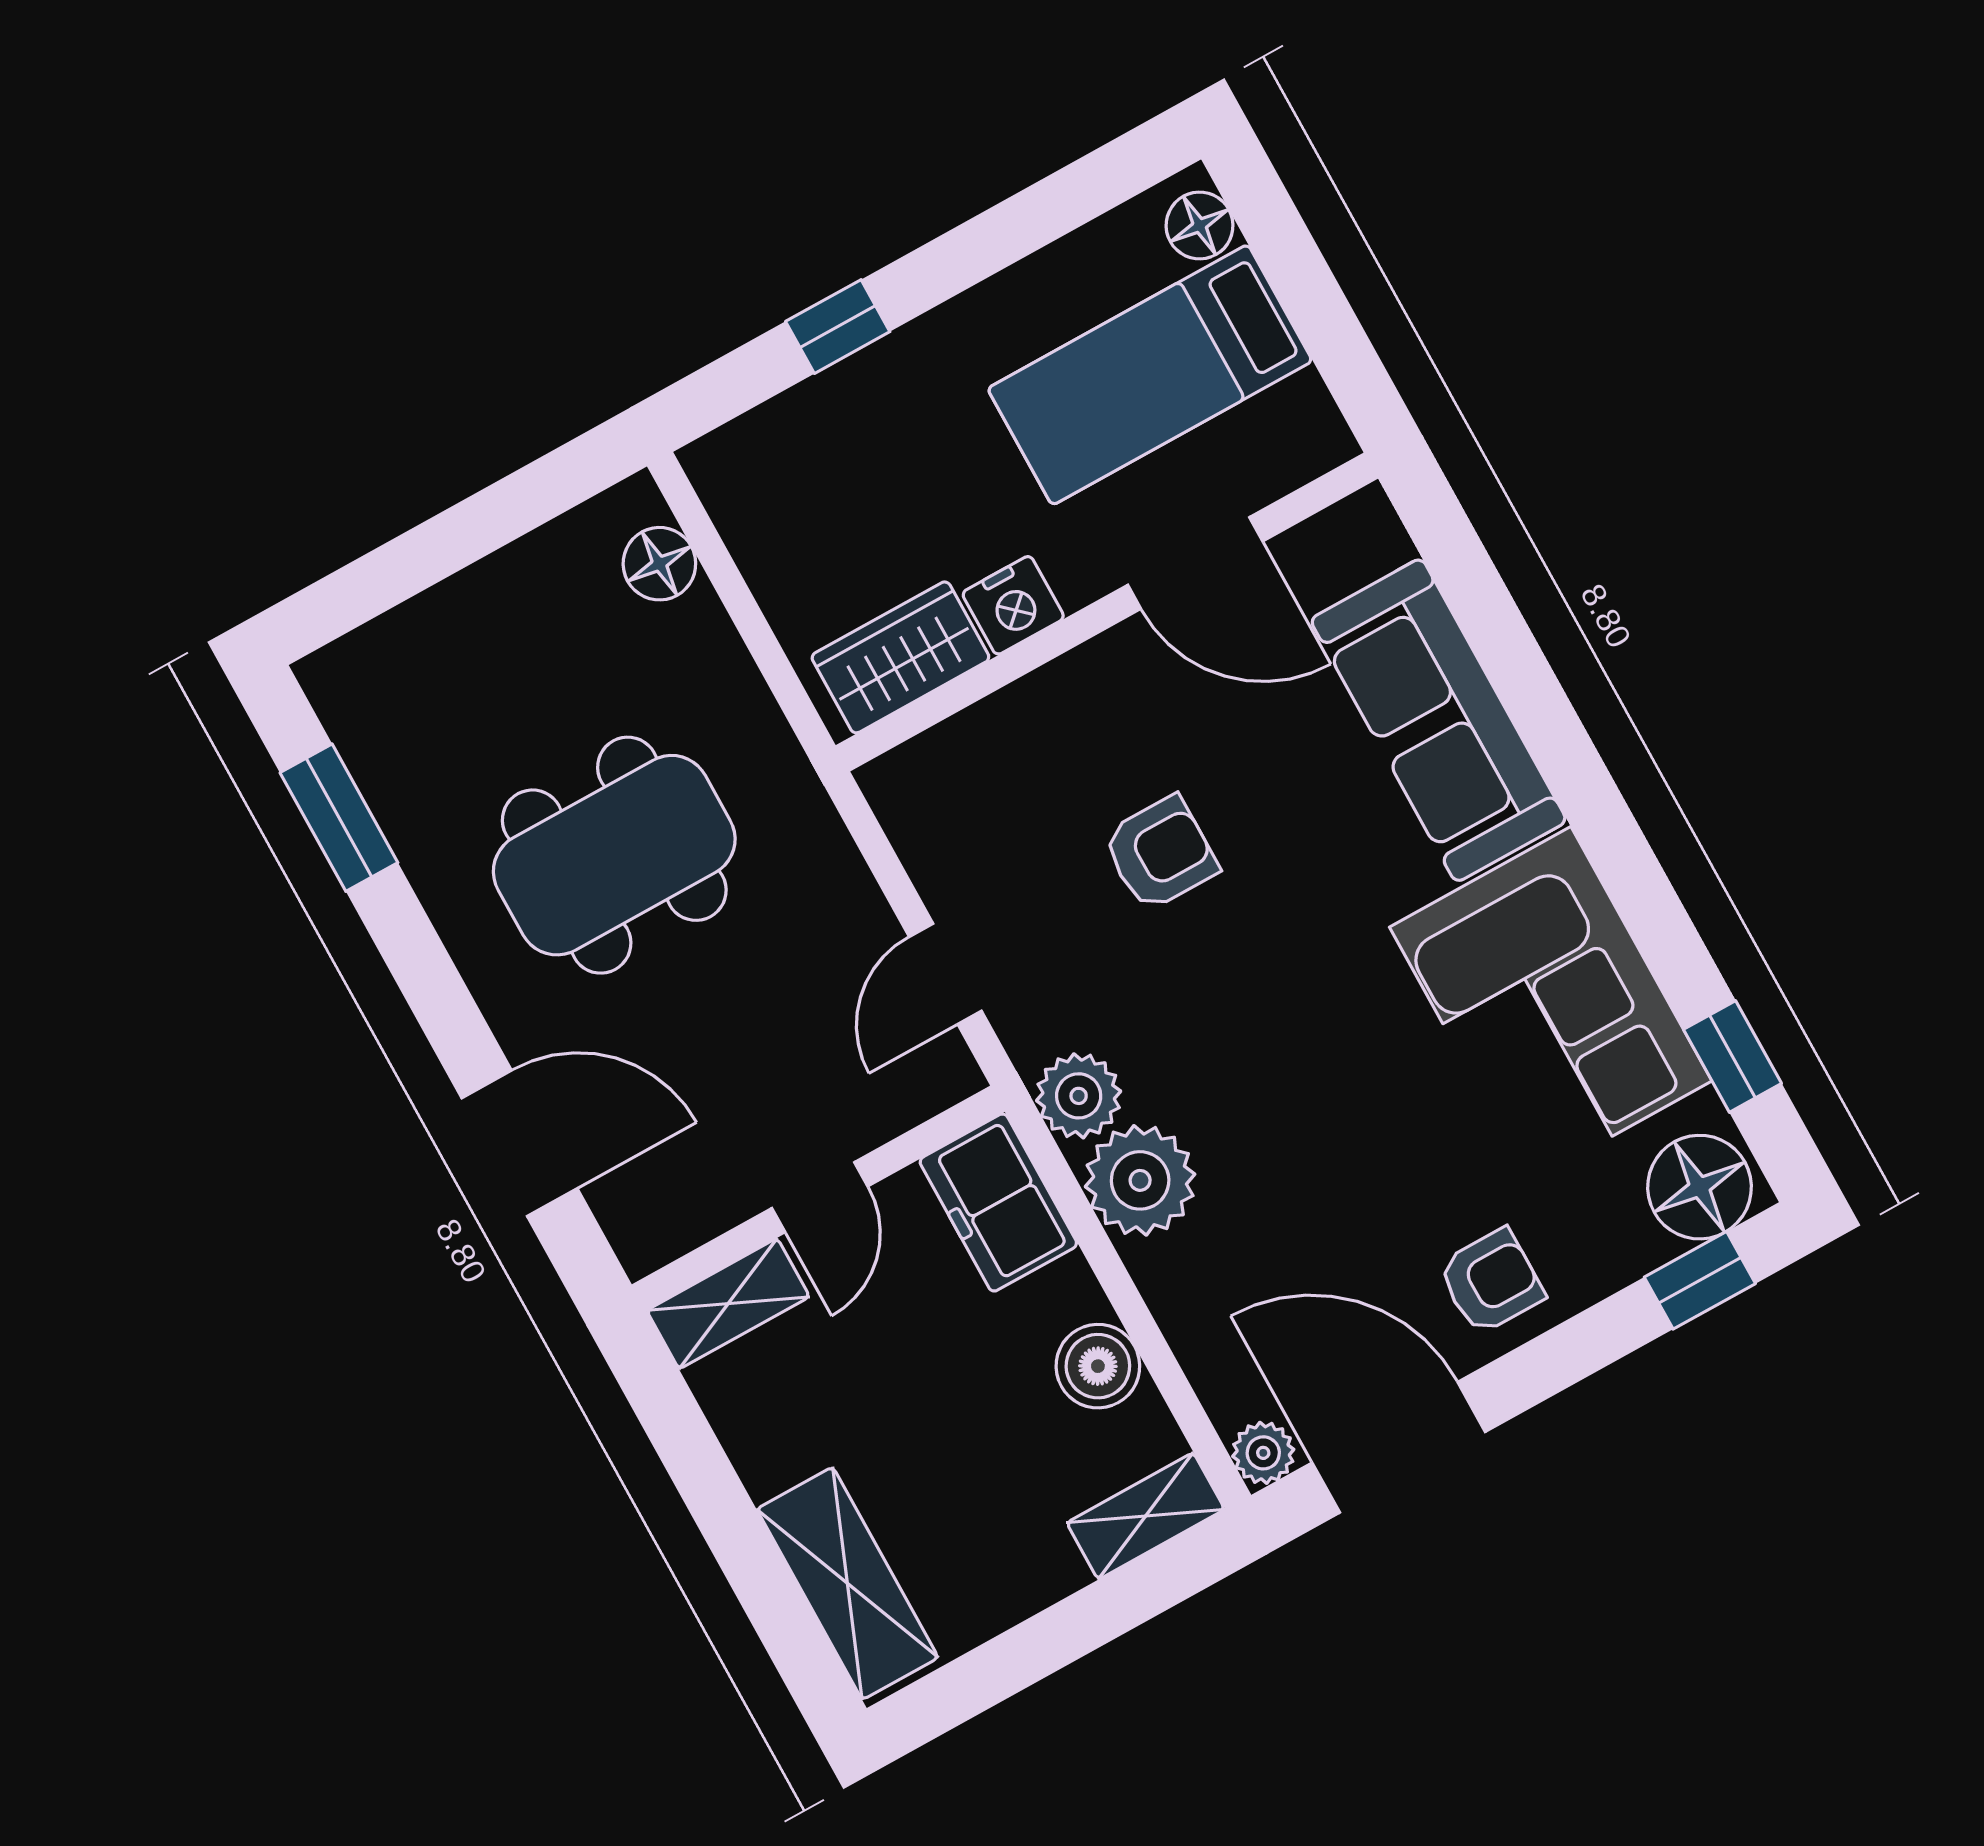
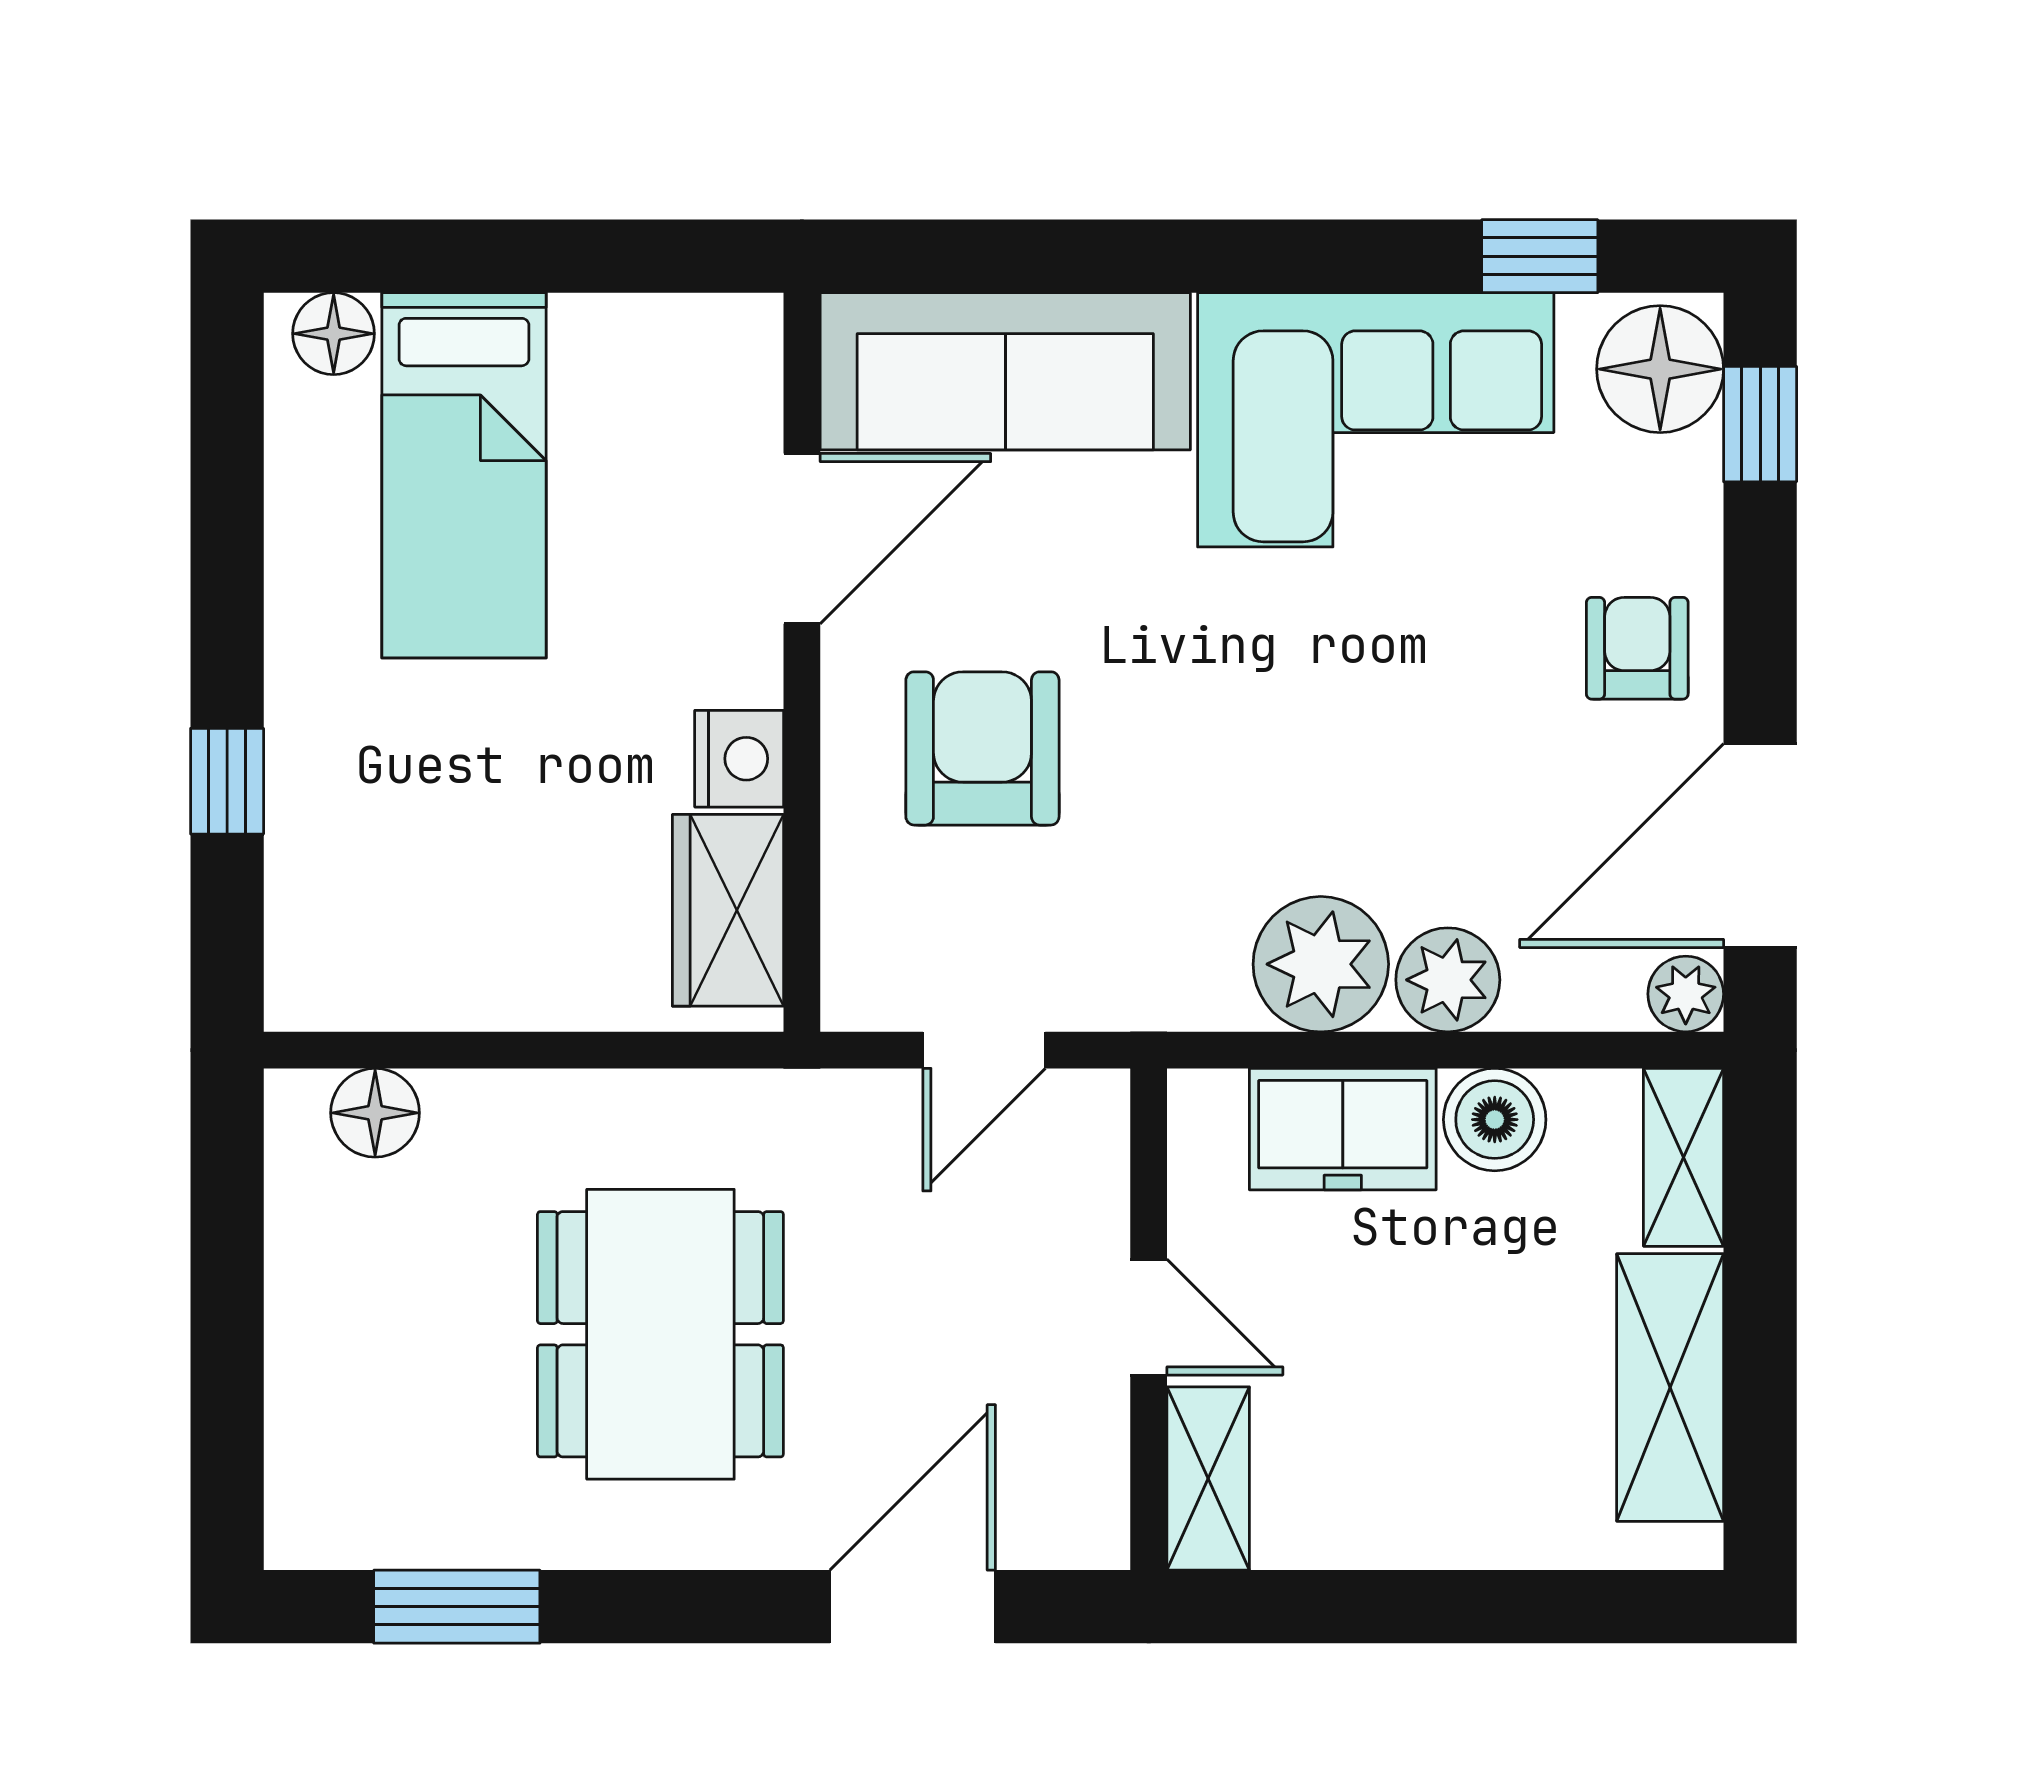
door: (1195, 563) -> (802, 539), moved
nightstand: (1013, 605) -> (739, 759), moved
wall: (1107, 612) -> (802, 662), moved
wardrobe: (900, 657) -> (728, 910), moved
armchair: (1160, 853) -> (982, 748), width x1.38, depth x1.38
door: (945, 974) -> (984, 1050), hinge flipped
plant: (1079, 1096) -> (1448, 980), moved
freezer: (998, 1202) -> (1343, 1129), moved
shelving: (847, 1583) -> (1670, 1387), moved, turned 90

